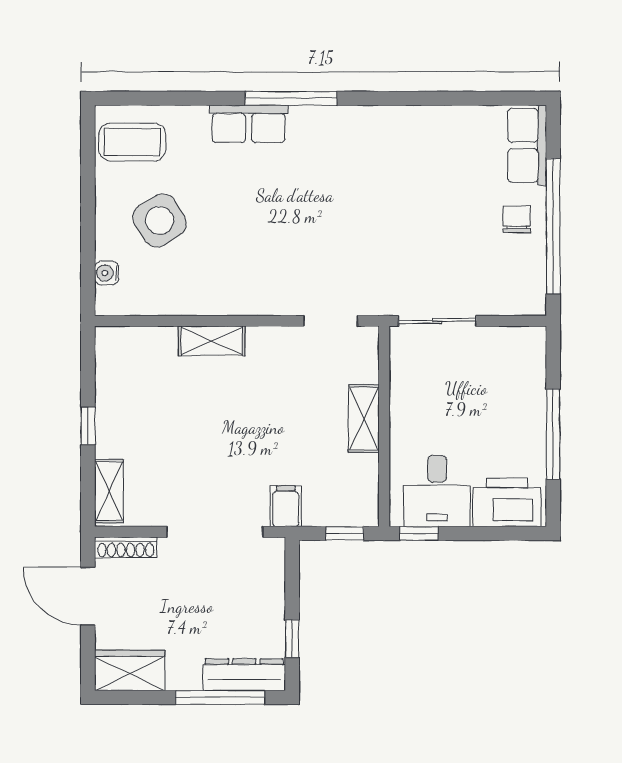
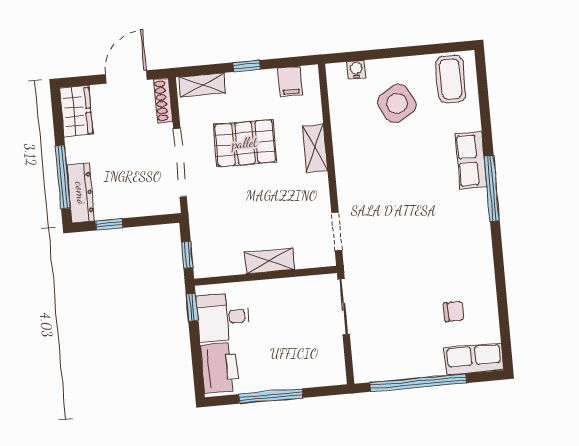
chair: (517, 219) -> (454, 311), moved
pallet: (196, 438) -> (245, 143), added
filing cabinet: (286, 506) -> (290, 81), moved, turned 90

